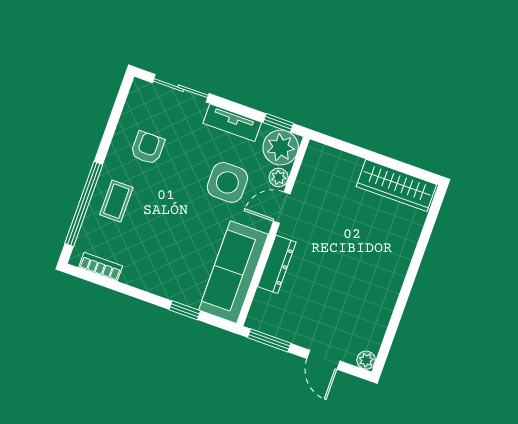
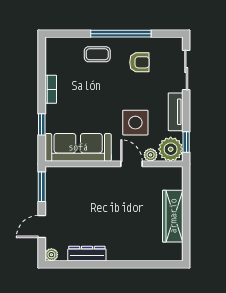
wardrobe: (396, 185) -> (173, 216), moved
window: (84, 204) -> (121, 34), moved
dresser: (277, 264) -> (87, 254), moved, turned 180
bookcase: (101, 267) -> (51, 89), moved

